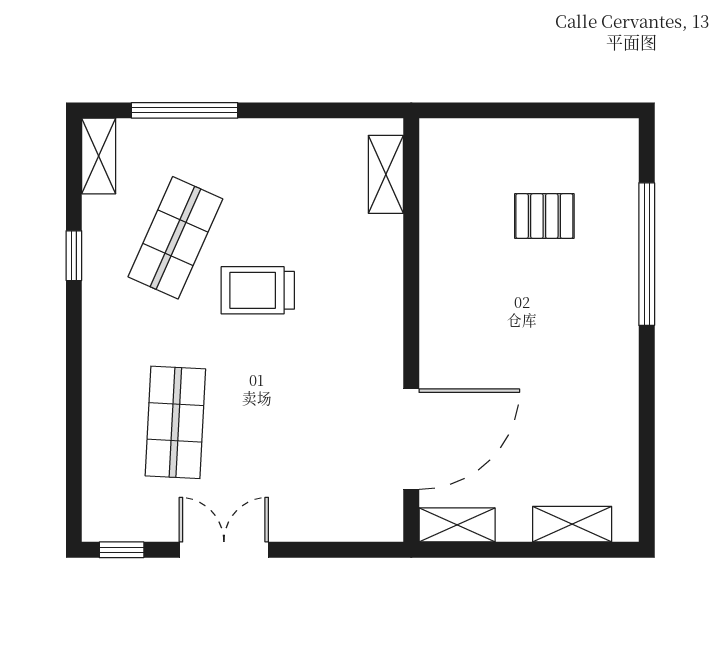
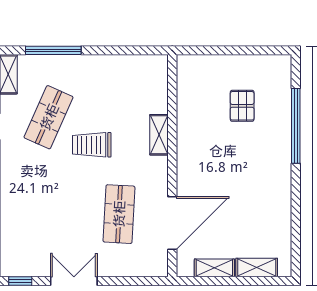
shelving: (386, 174) -> (159, 135), moved
pallet: (544, 216) -> (242, 106), turned 90
shop shelf: (175, 422) -> (119, 214), moved
shelving: (457, 525) -> (214, 268), moved

